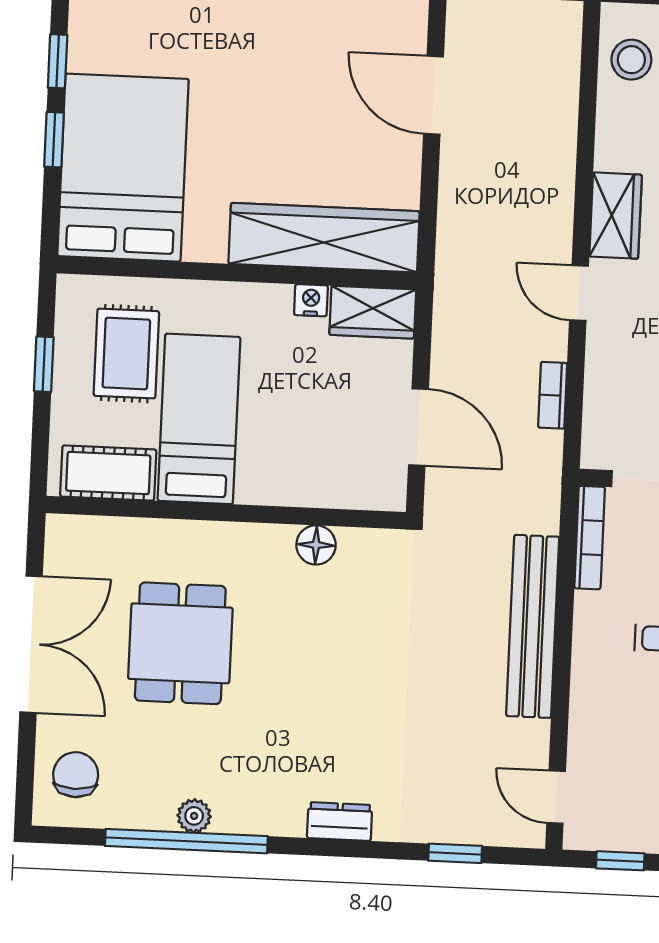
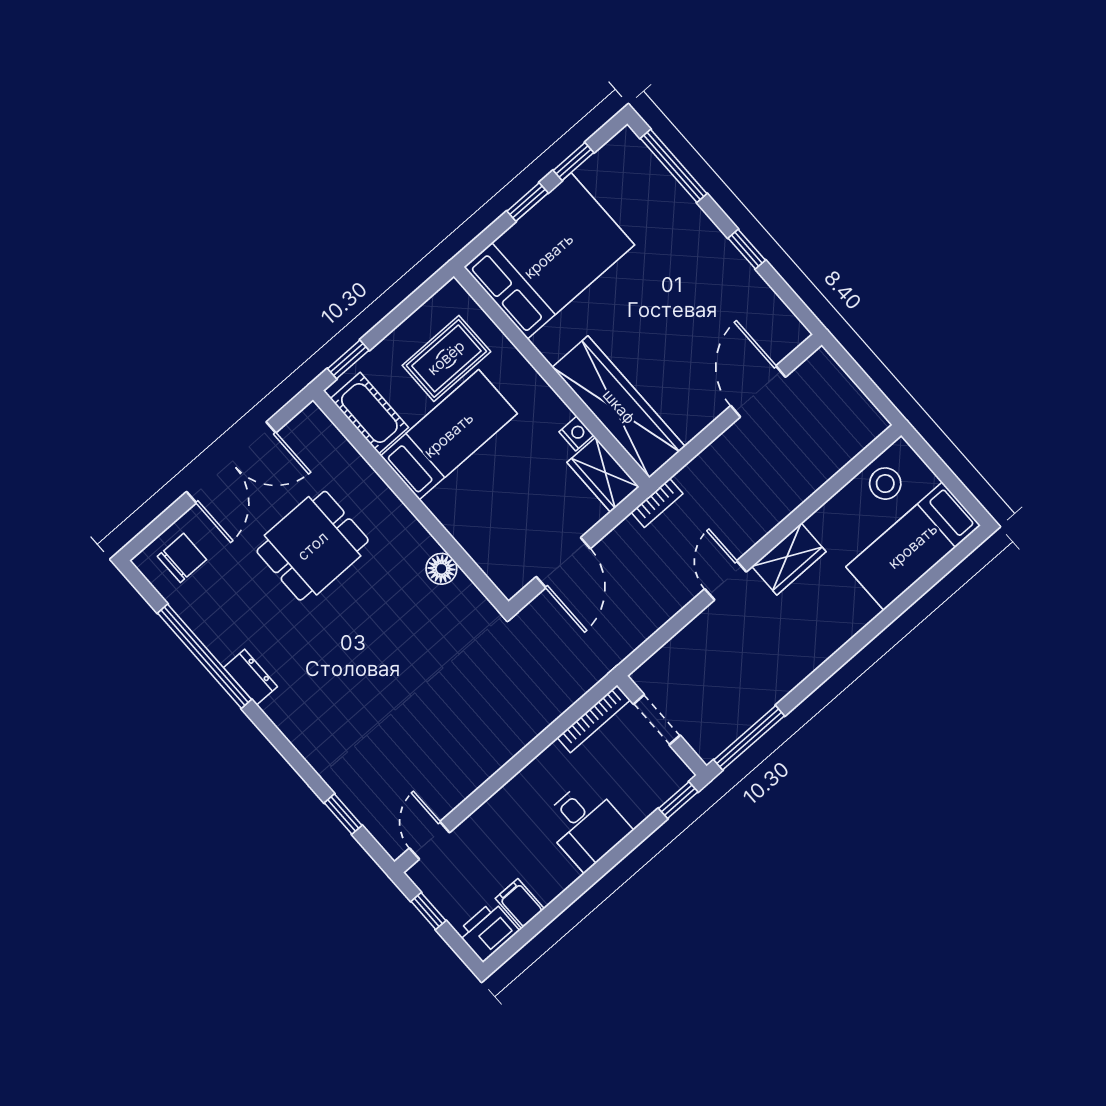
window: (44, 364) -> (348, 359), moved
bookcase: (553, 395) -> (657, 503), moved, turned 180
bench: (533, 626) -> (513, 735), removed
plant: (194, 816) -> (223, 647), removed
dresser: (340, 821) -> (250, 677), moved

